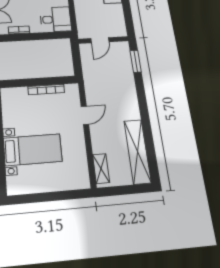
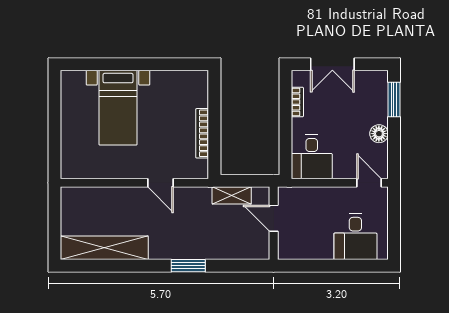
window: (136, 61) -> (188, 266), moved
shelving: (101, 169) -> (232, 195), moved

